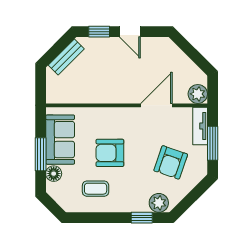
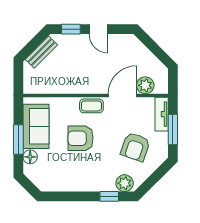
plant: (198, 94) -> (145, 85), moved
coffee table: (96, 189) -> (91, 106), moved

